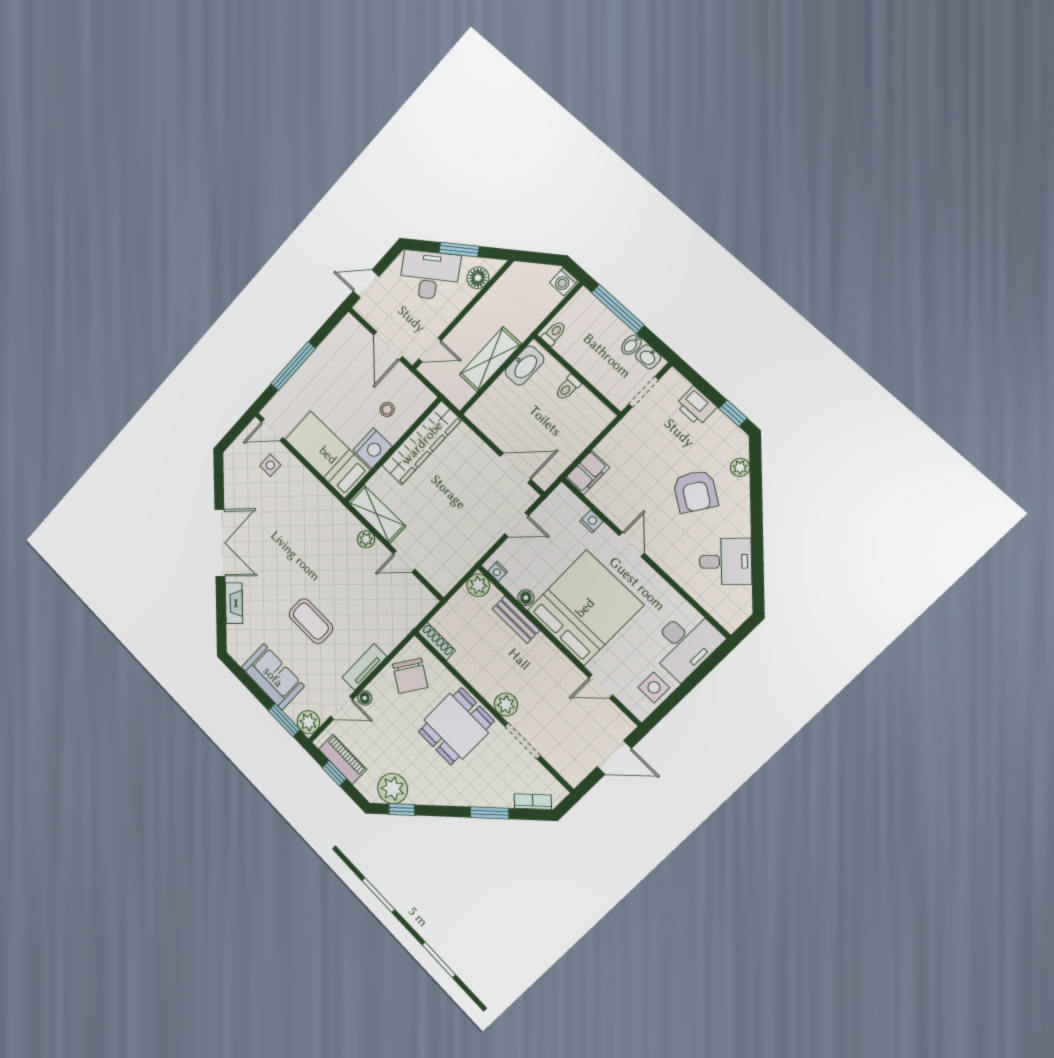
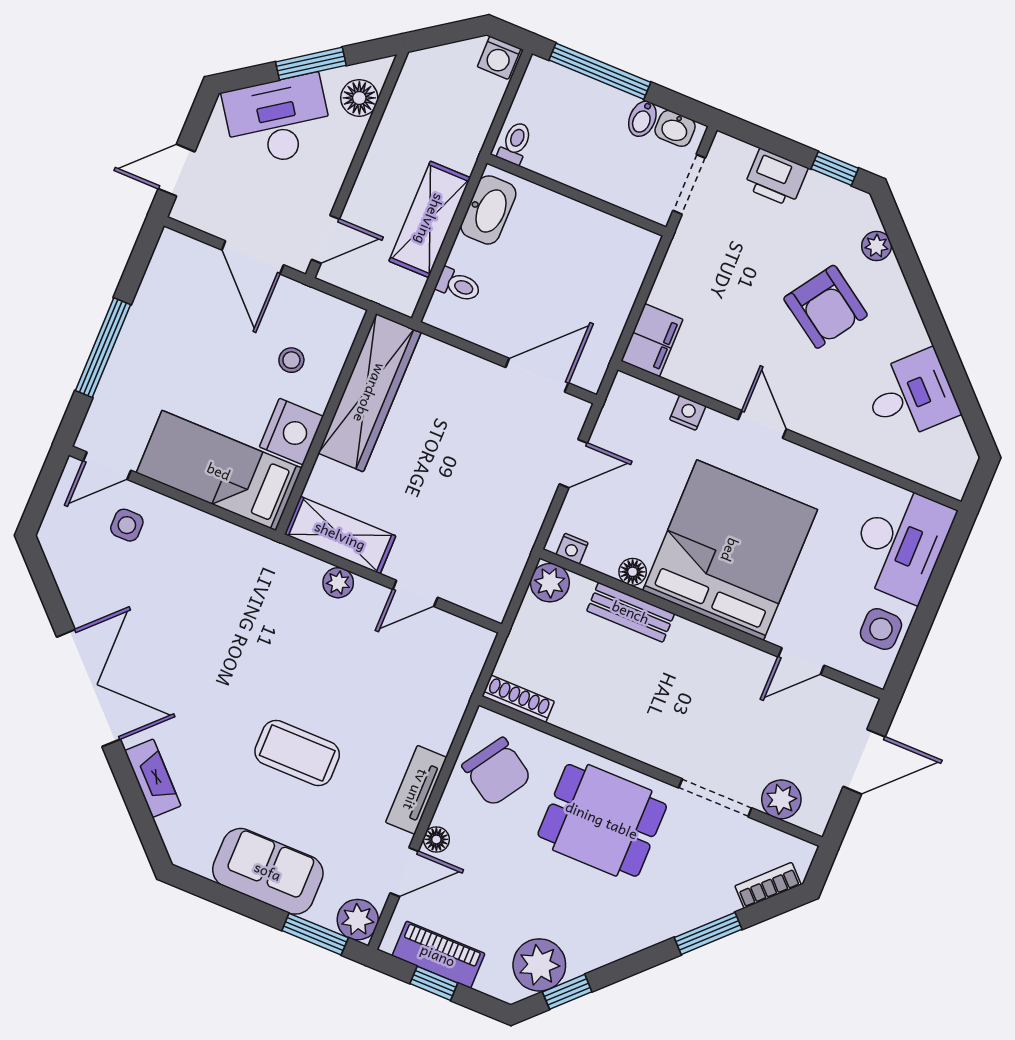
toilet: (568, 388) -> (458, 285), moved, turned -90
plant: (506, 705) -> (781, 799), moved
dining table: (456, 726) -> (602, 820), turned 90

